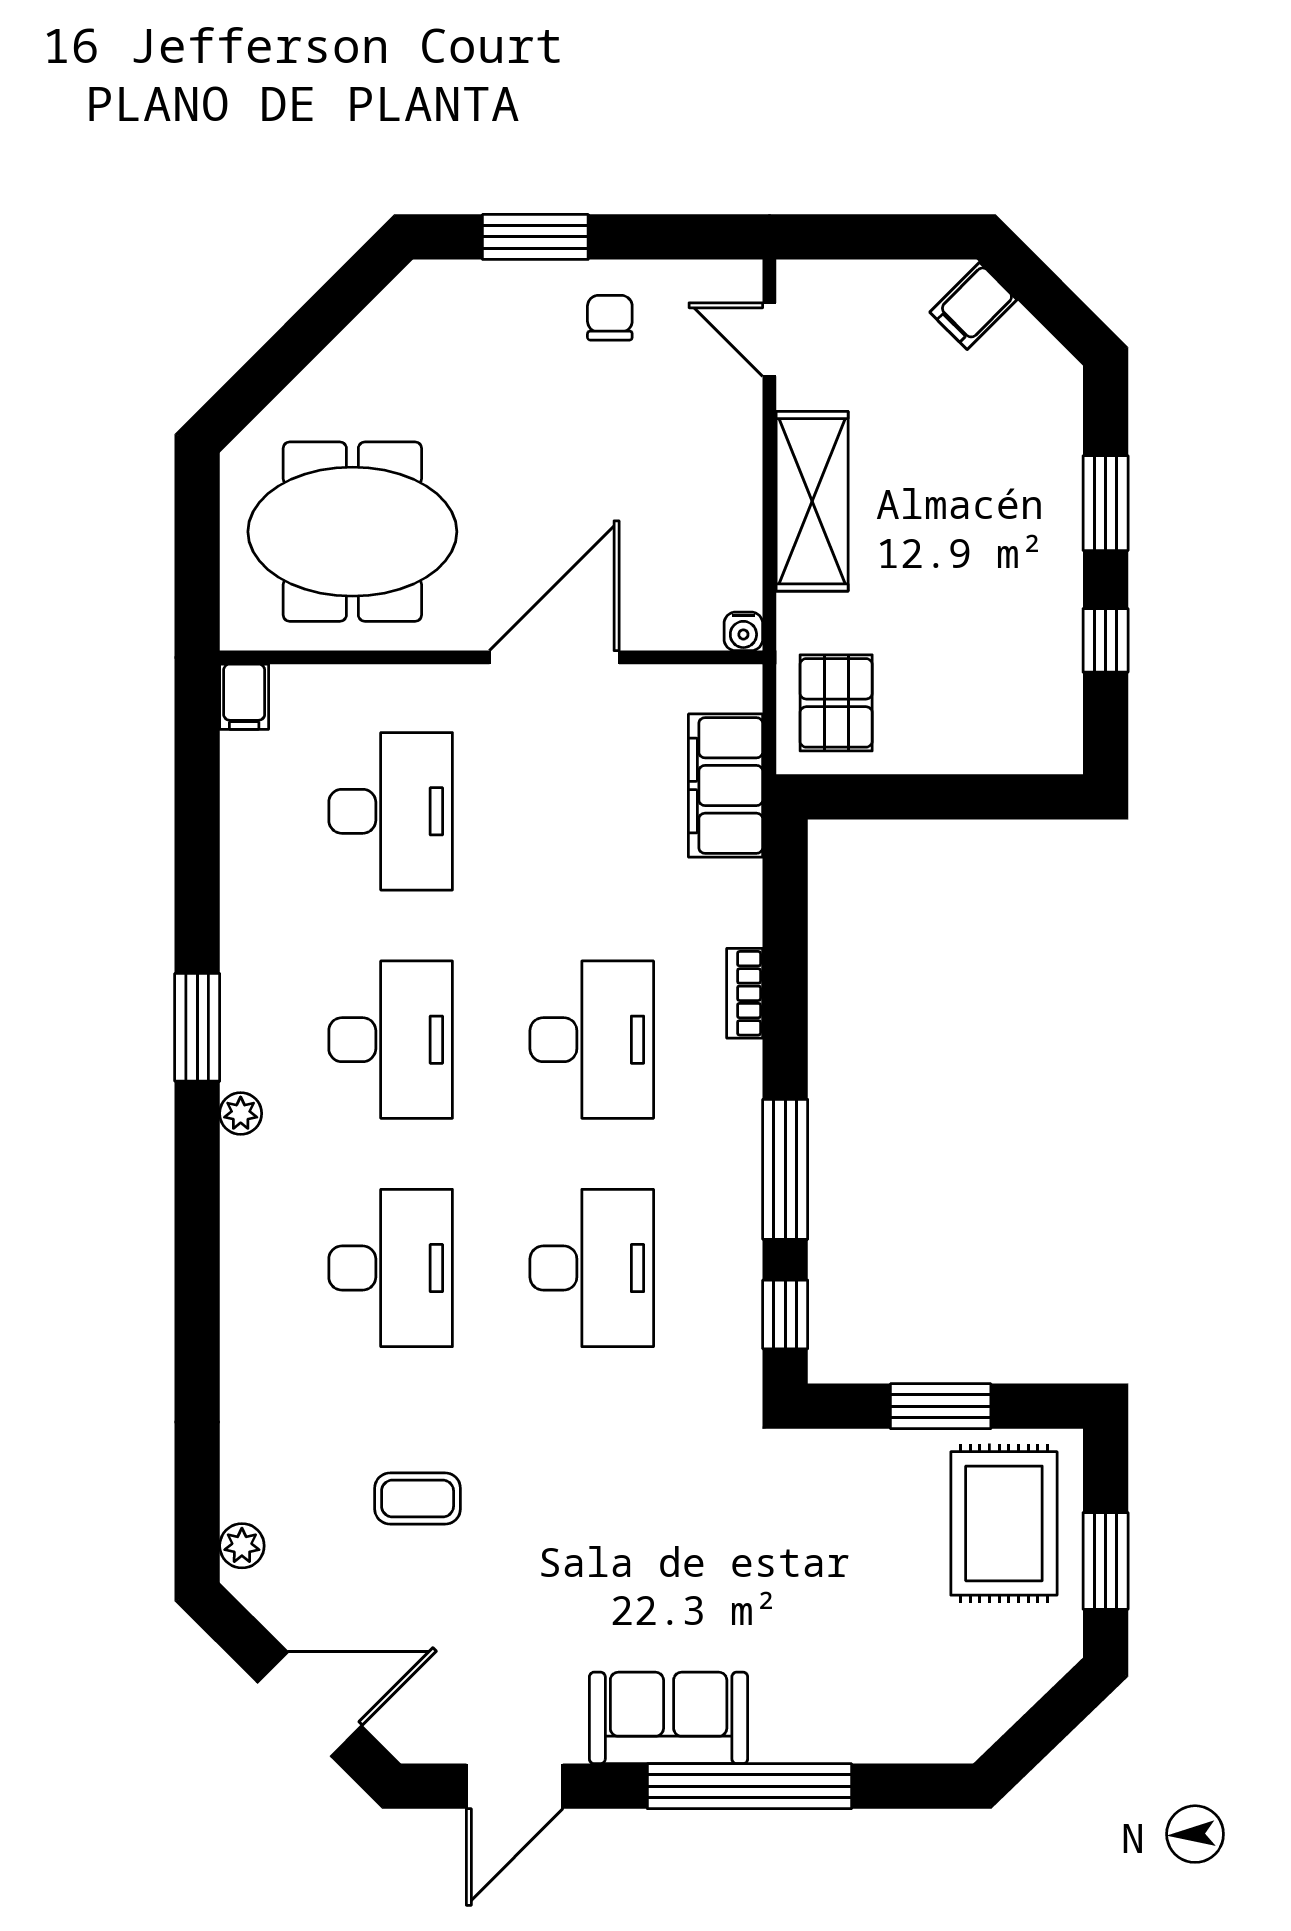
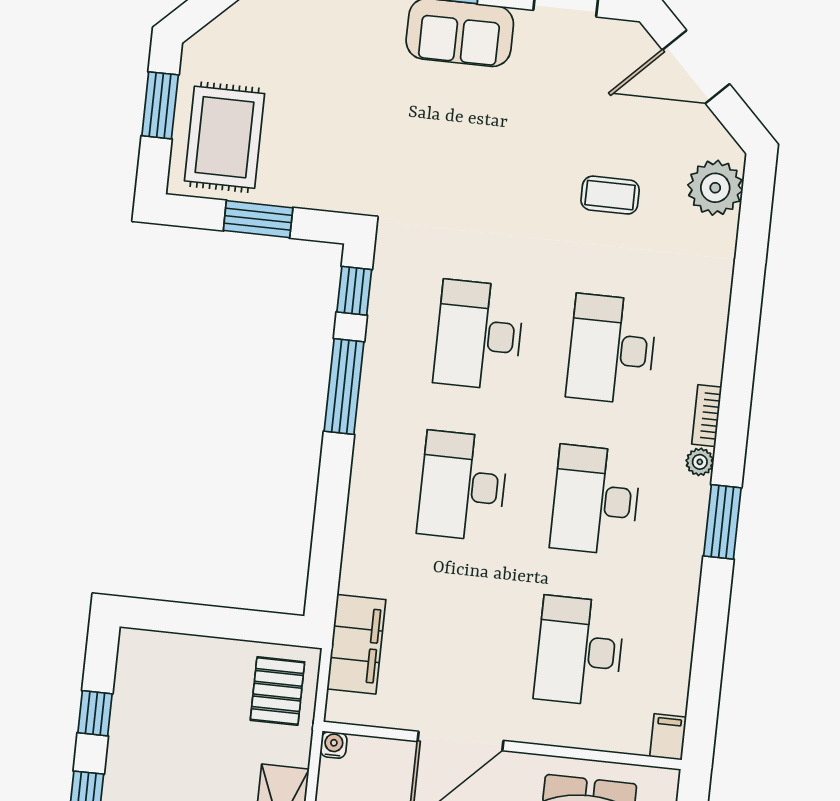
bookcase: (745, 993) -> (707, 416), moved, turned 180
plant: (242, 1546) -> (715, 188), width x1.87, depth x1.87

